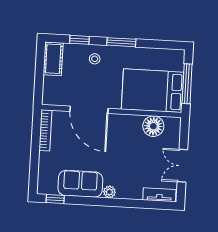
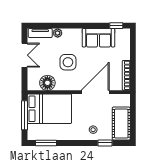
window: (121, 42) -> (46, 143), moved
cot: (53, 59) -> (121, 124), width x1.37, depth x1.34
door: (89, 110) -> (95, 92), hinge flipped
side table: (124, 153) -> (68, 62), added
plant: (109, 192) -> (58, 33), moved

